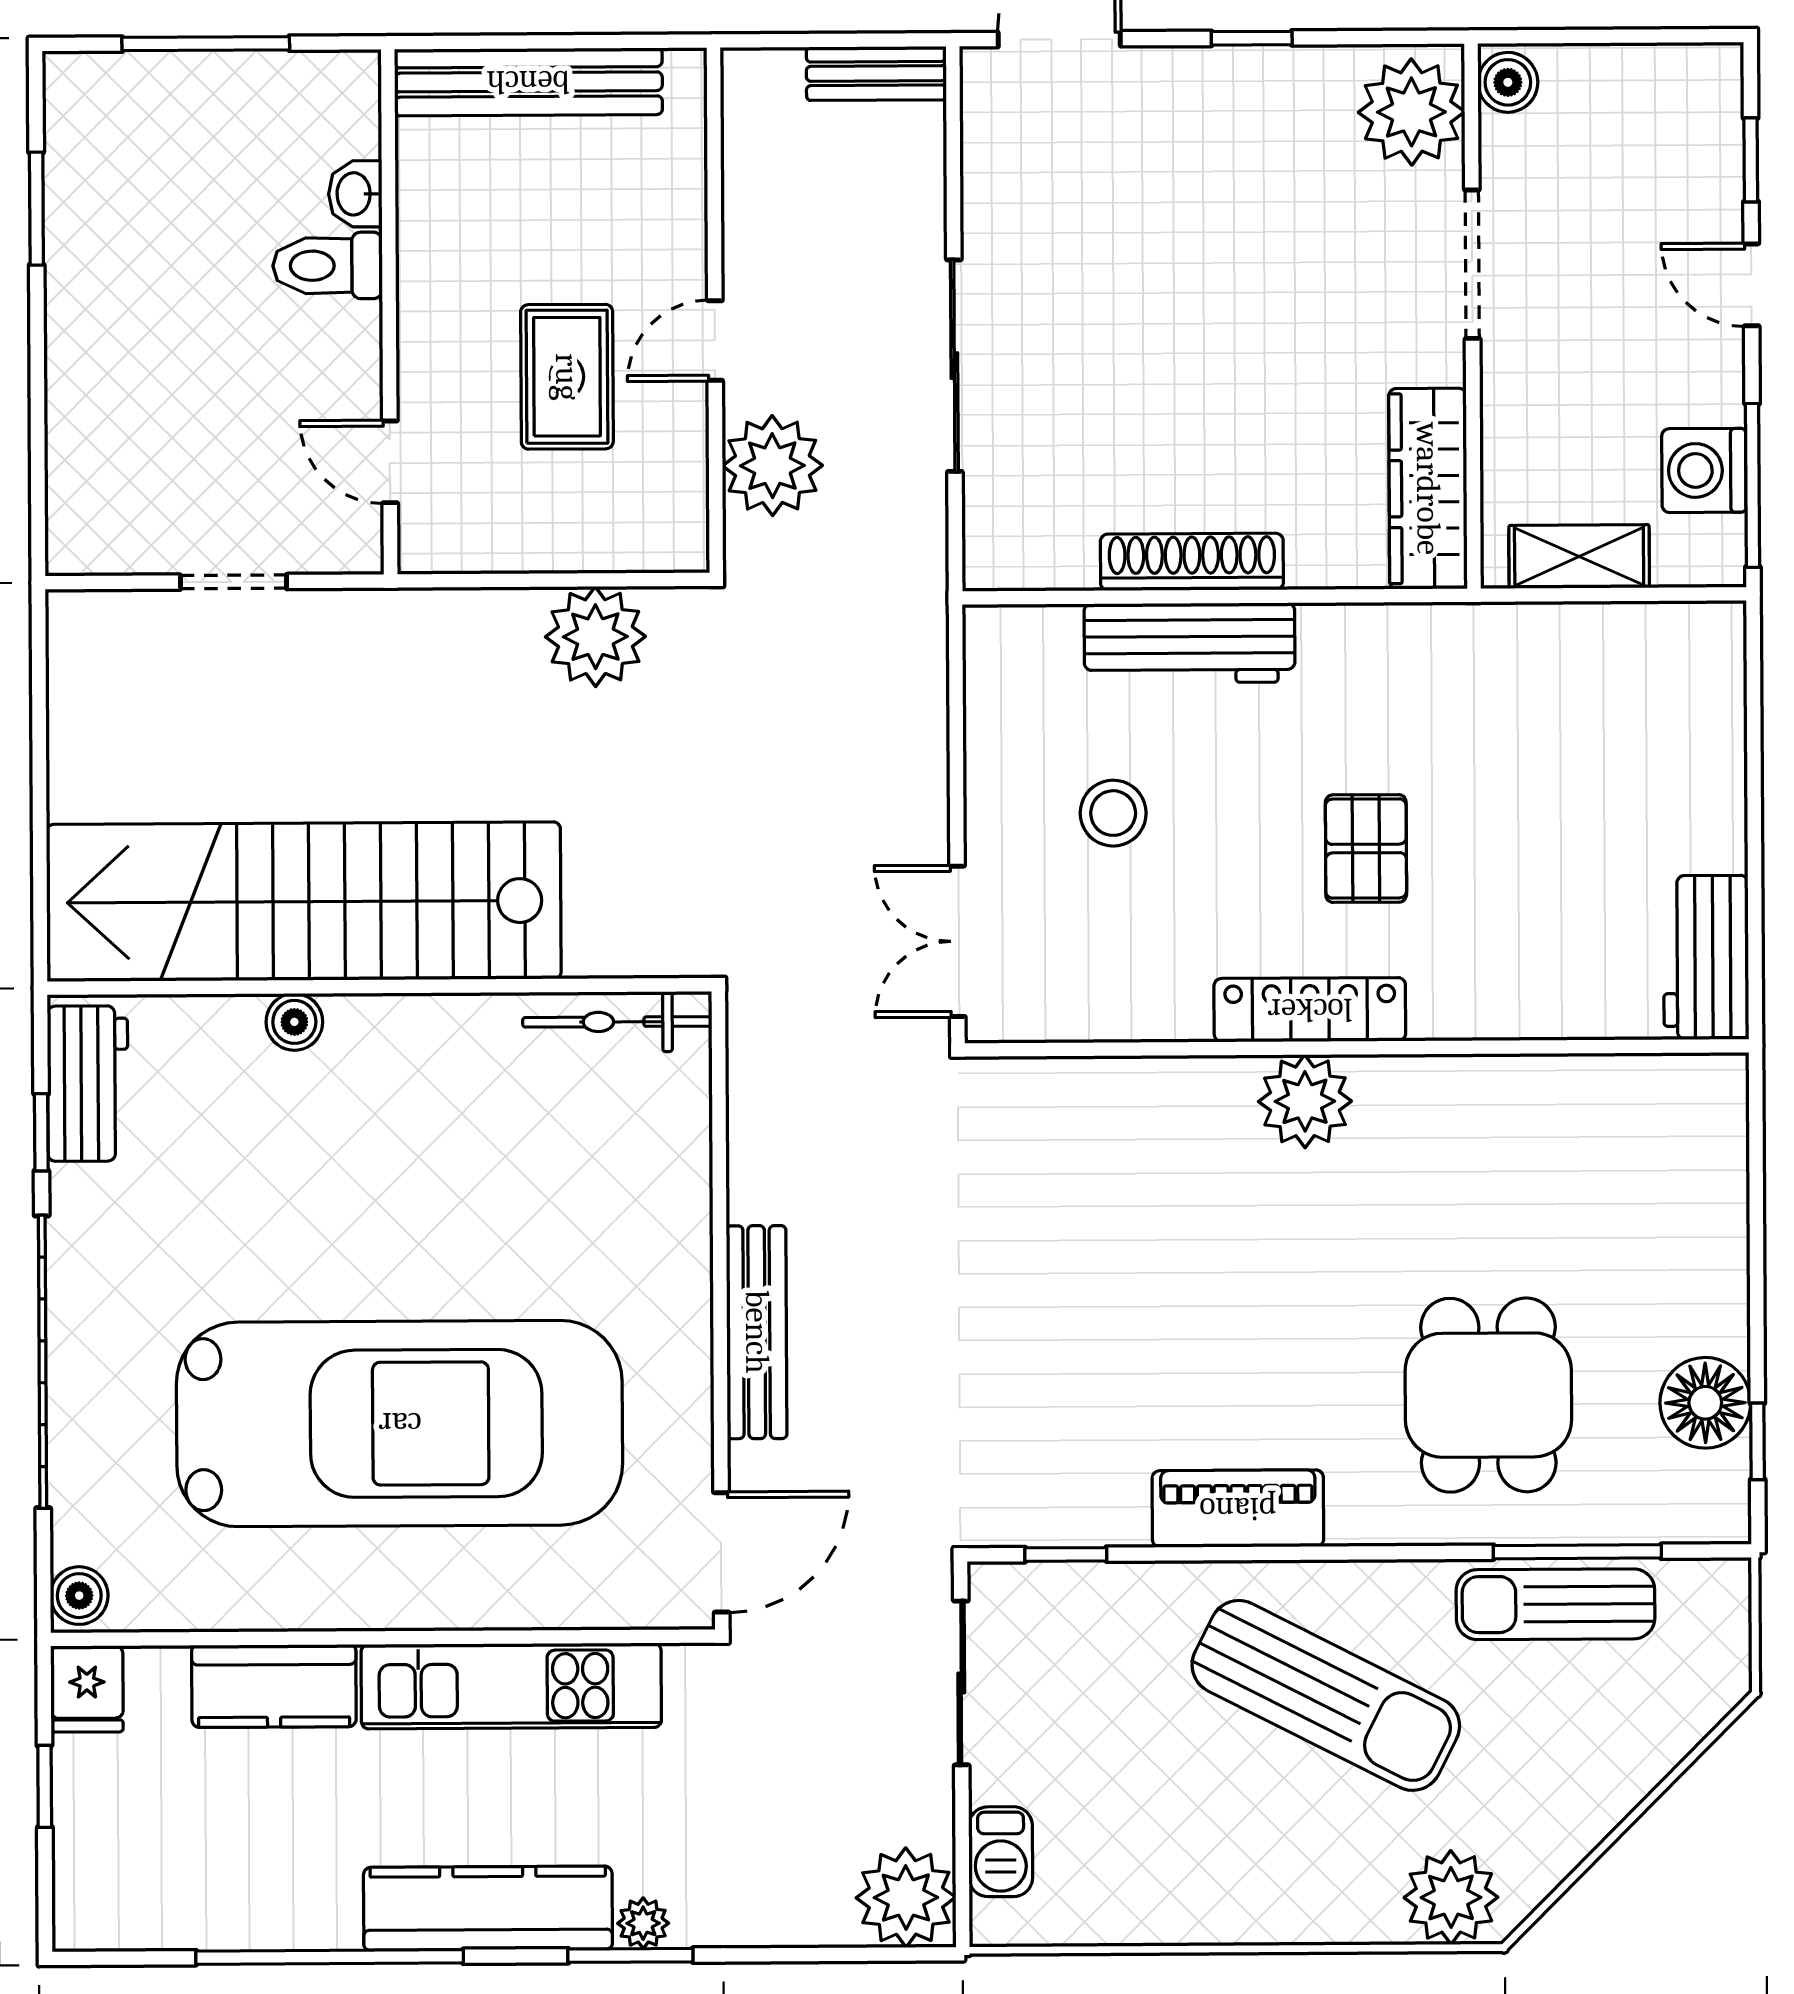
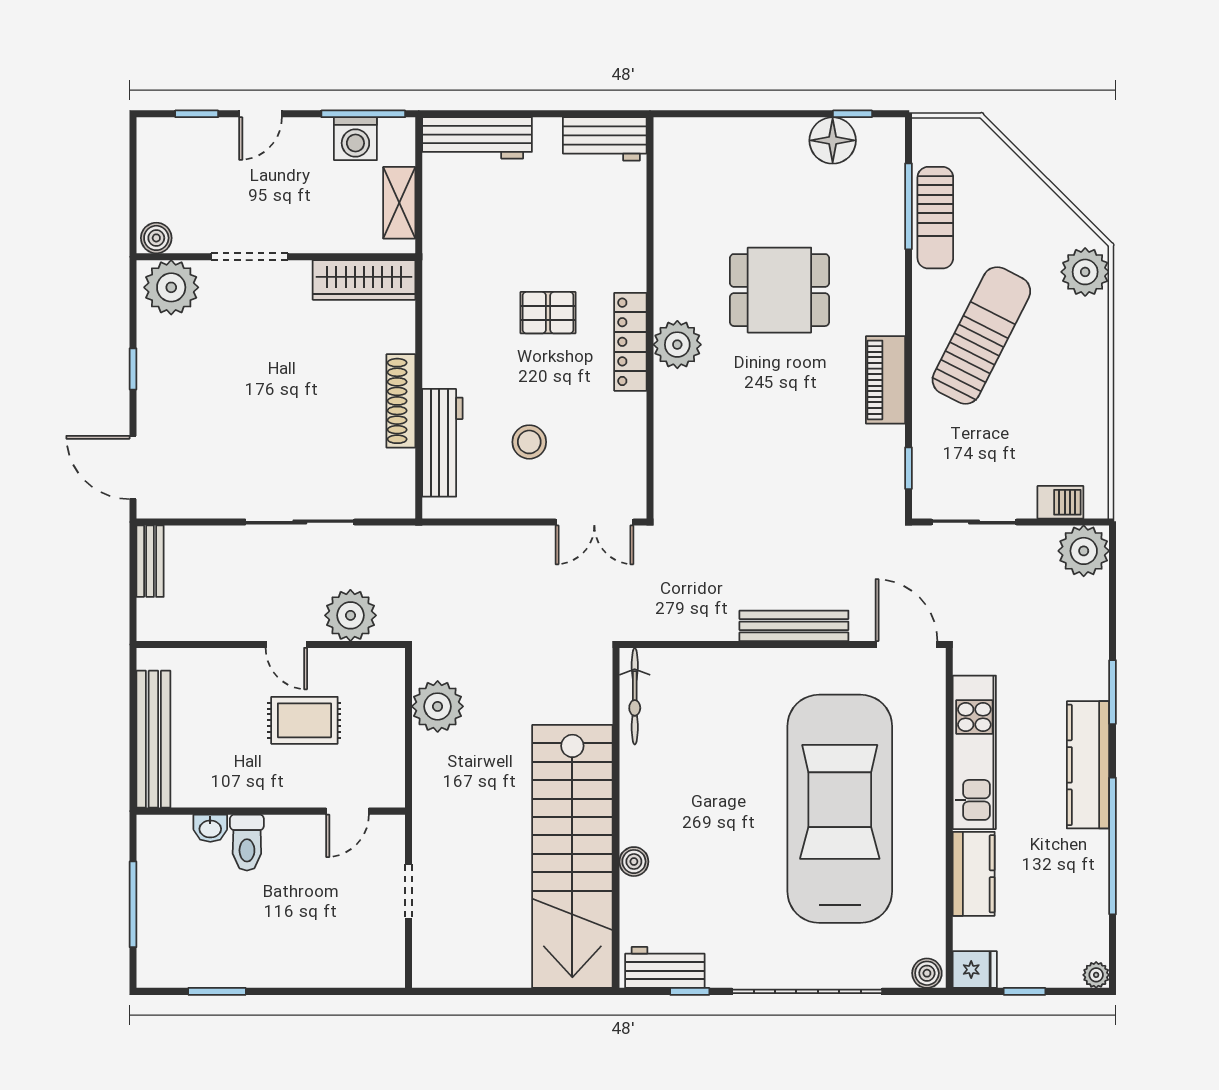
workbench: (1189, 643) -> (442, 443), moved
workbench: (1707, 708) -> (477, 138), added
dining table: (1488, 1395) -> (779, 290), moved
plant: (643, 1923) -> (1096, 975), moved

